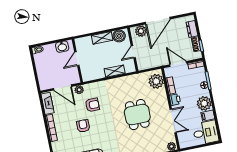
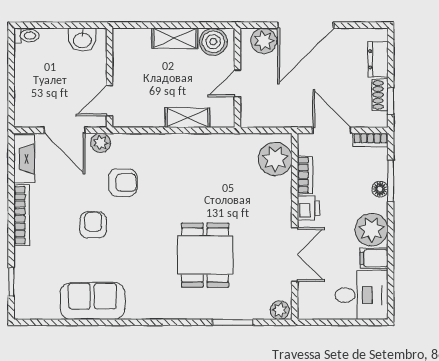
door: (77, 59) -> (109, 101), moved
dining table: (137, 115) -> (205, 255), moved

